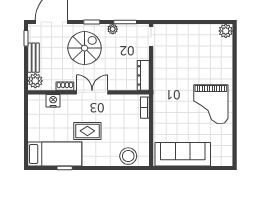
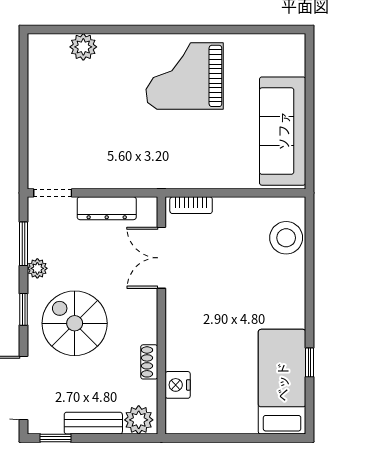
plant: (226, 31) -> (83, 47), moved
dresser: (143, 75) -> (107, 208), moved
double door: (92, 92) -> (161, 258), moved
grand piano: (211, 104) -> (185, 76), turned 180
rug: (87, 131) -> (237, 318), removed

